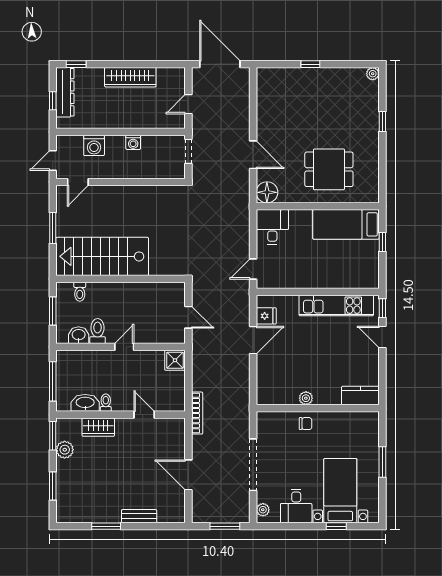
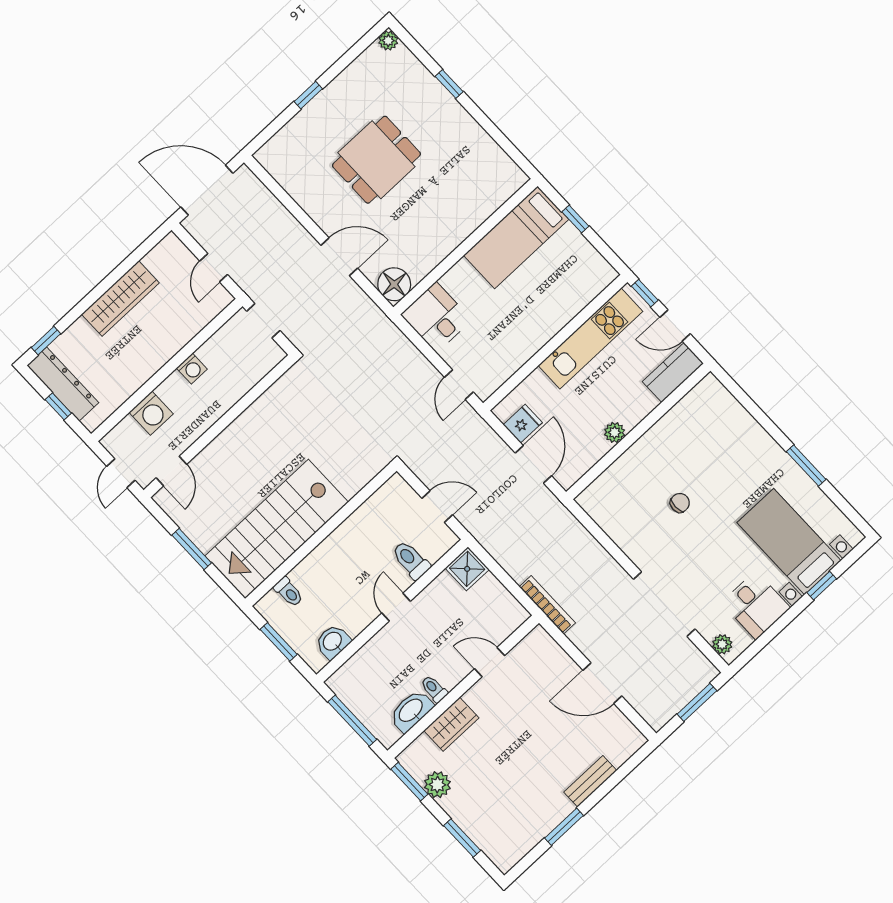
dining table: (329, 169) -> (376, 160), moved
toilet: (98, 331) -> (411, 560), moved
kitchen counter: (360, 396) -> (673, 372), moved
plant: (306, 398) -> (615, 432), moved
wall: (318, 408) -> (638, 431), moved

